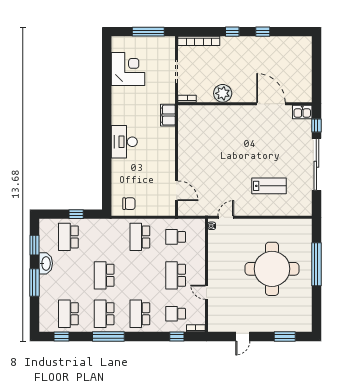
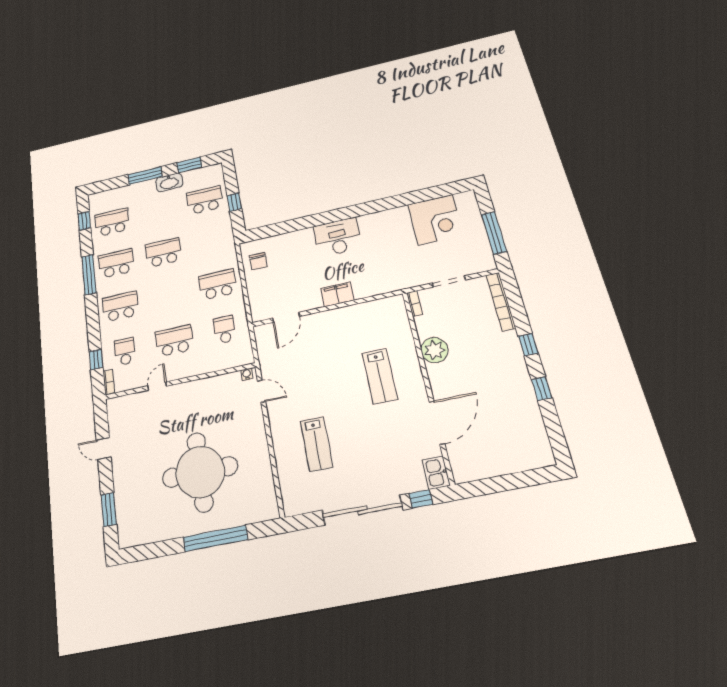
filing cabinet: (168, 115) -> (337, 294), moved
lab bench: (232, 134) -> (380, 376), added

